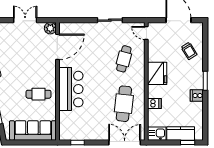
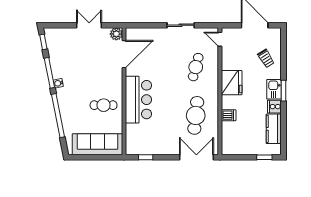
kitchen counter: (181, 133) -> (274, 129), moved, turned -90
kitchen sink: (157, 134) -> (274, 89), moved, turned -90

